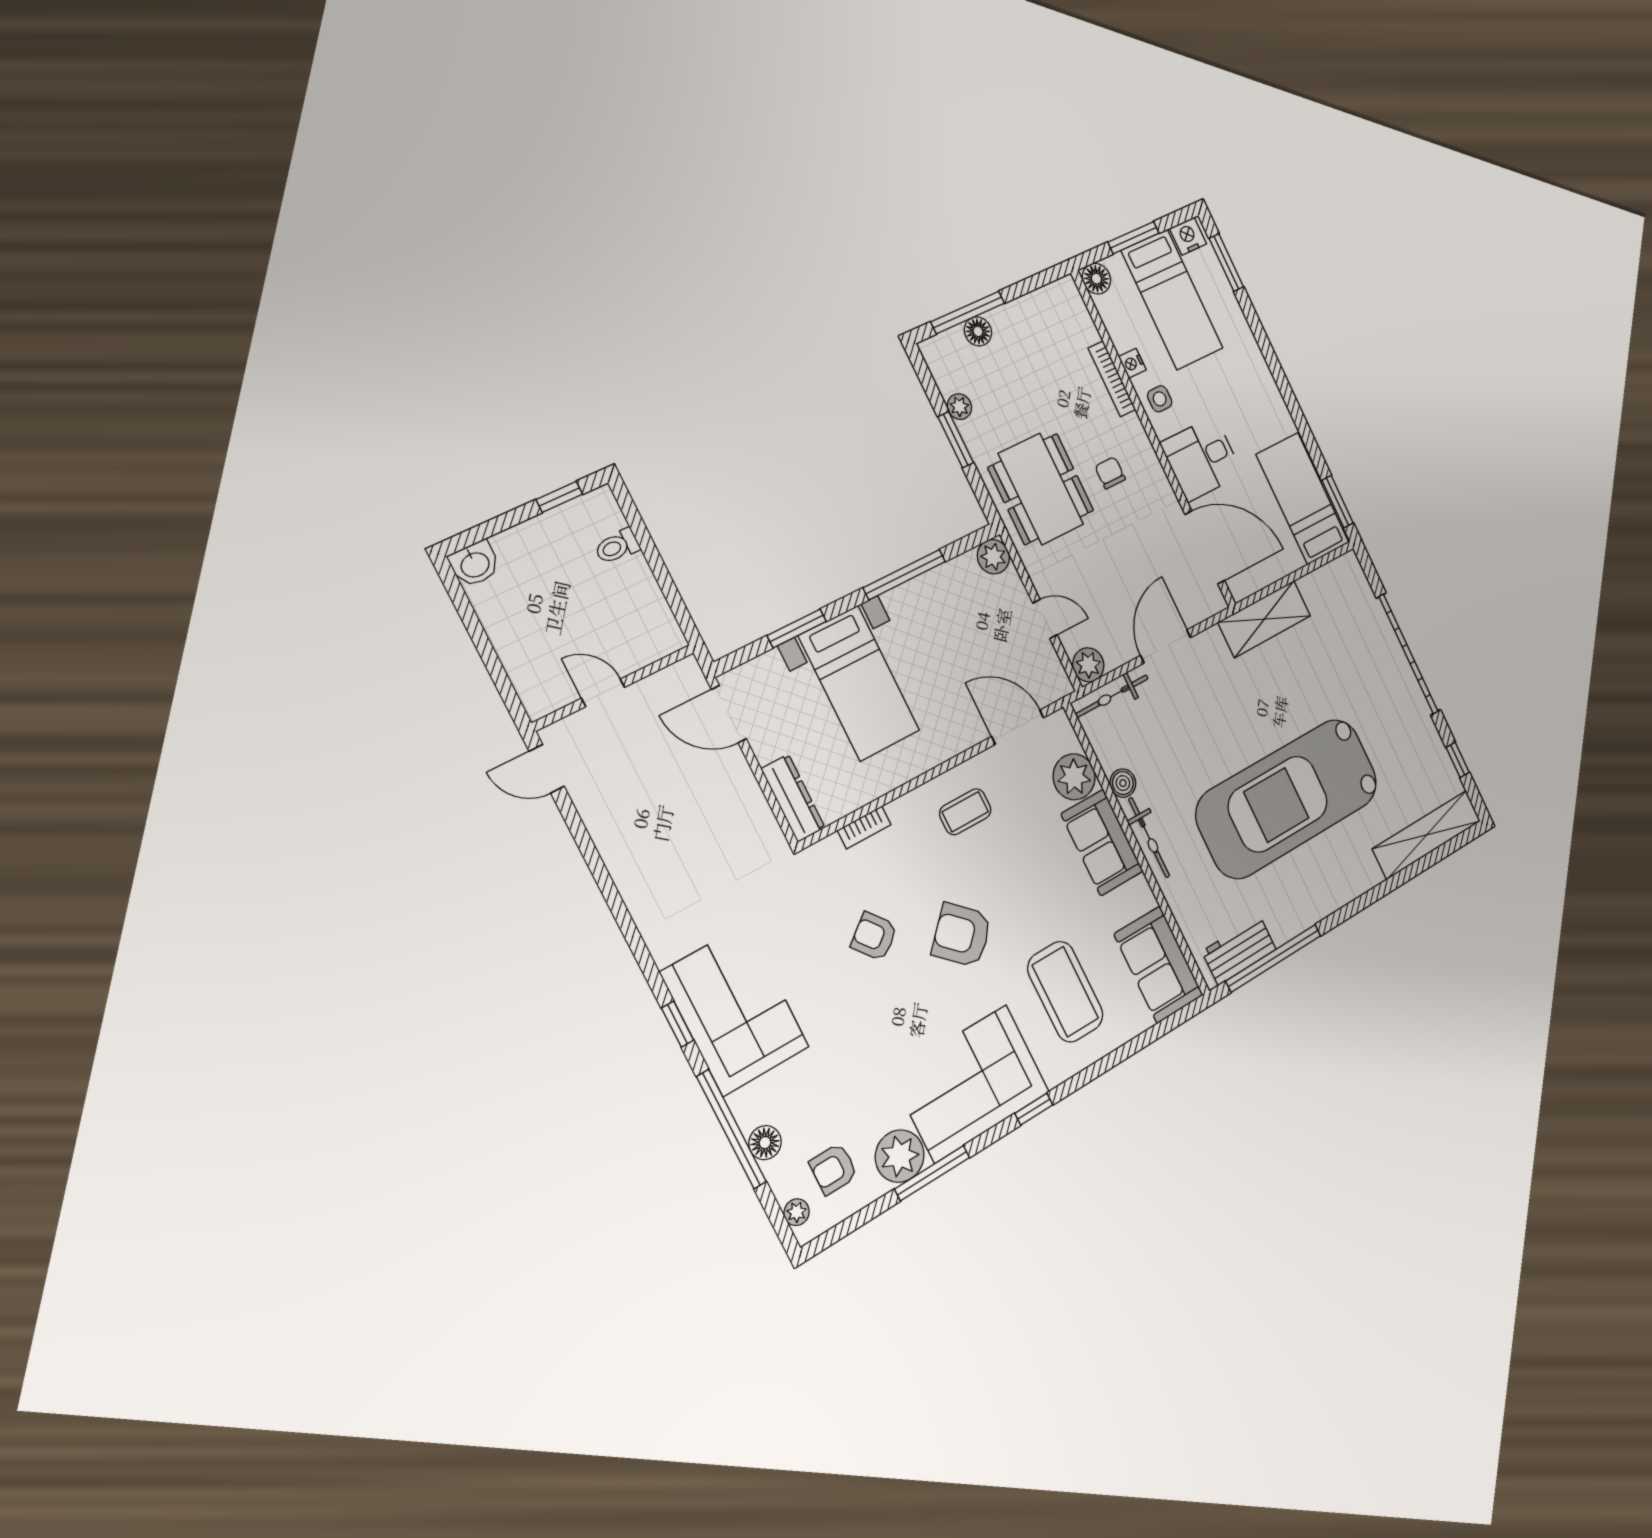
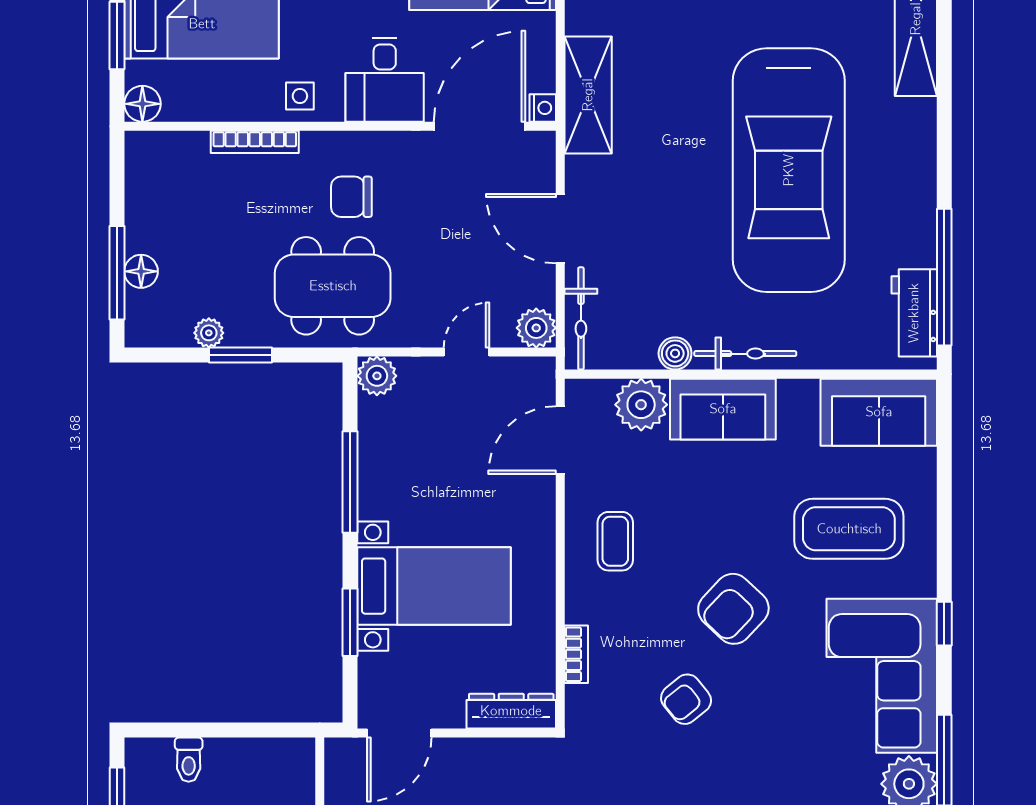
nightstand: (1132, 363) -> (543, 108), moved, turned -90
chair: (1110, 473) -> (351, 197), width x1.37, depth x1.37

